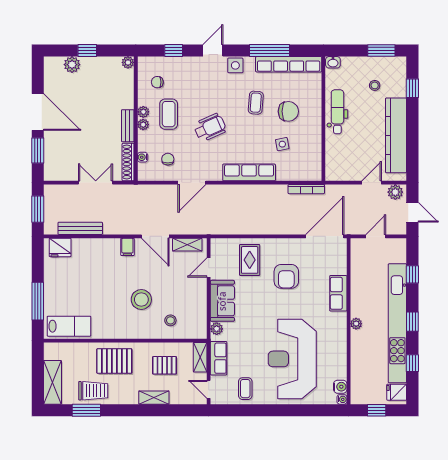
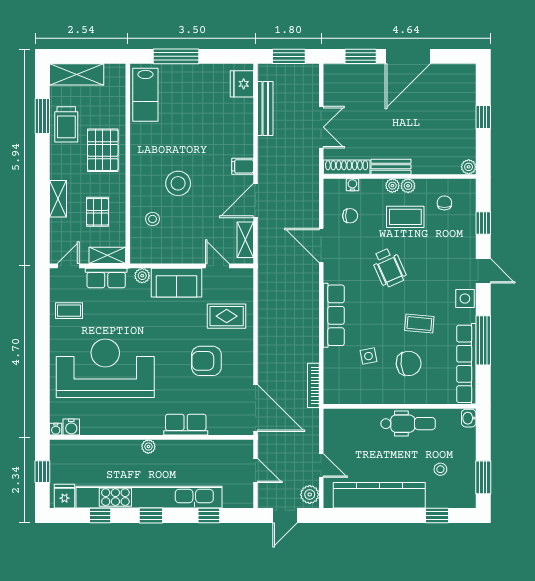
plant: (72, 65) -> (466, 98), removed
chair: (288, 111) -> (409, 363), turned -96

